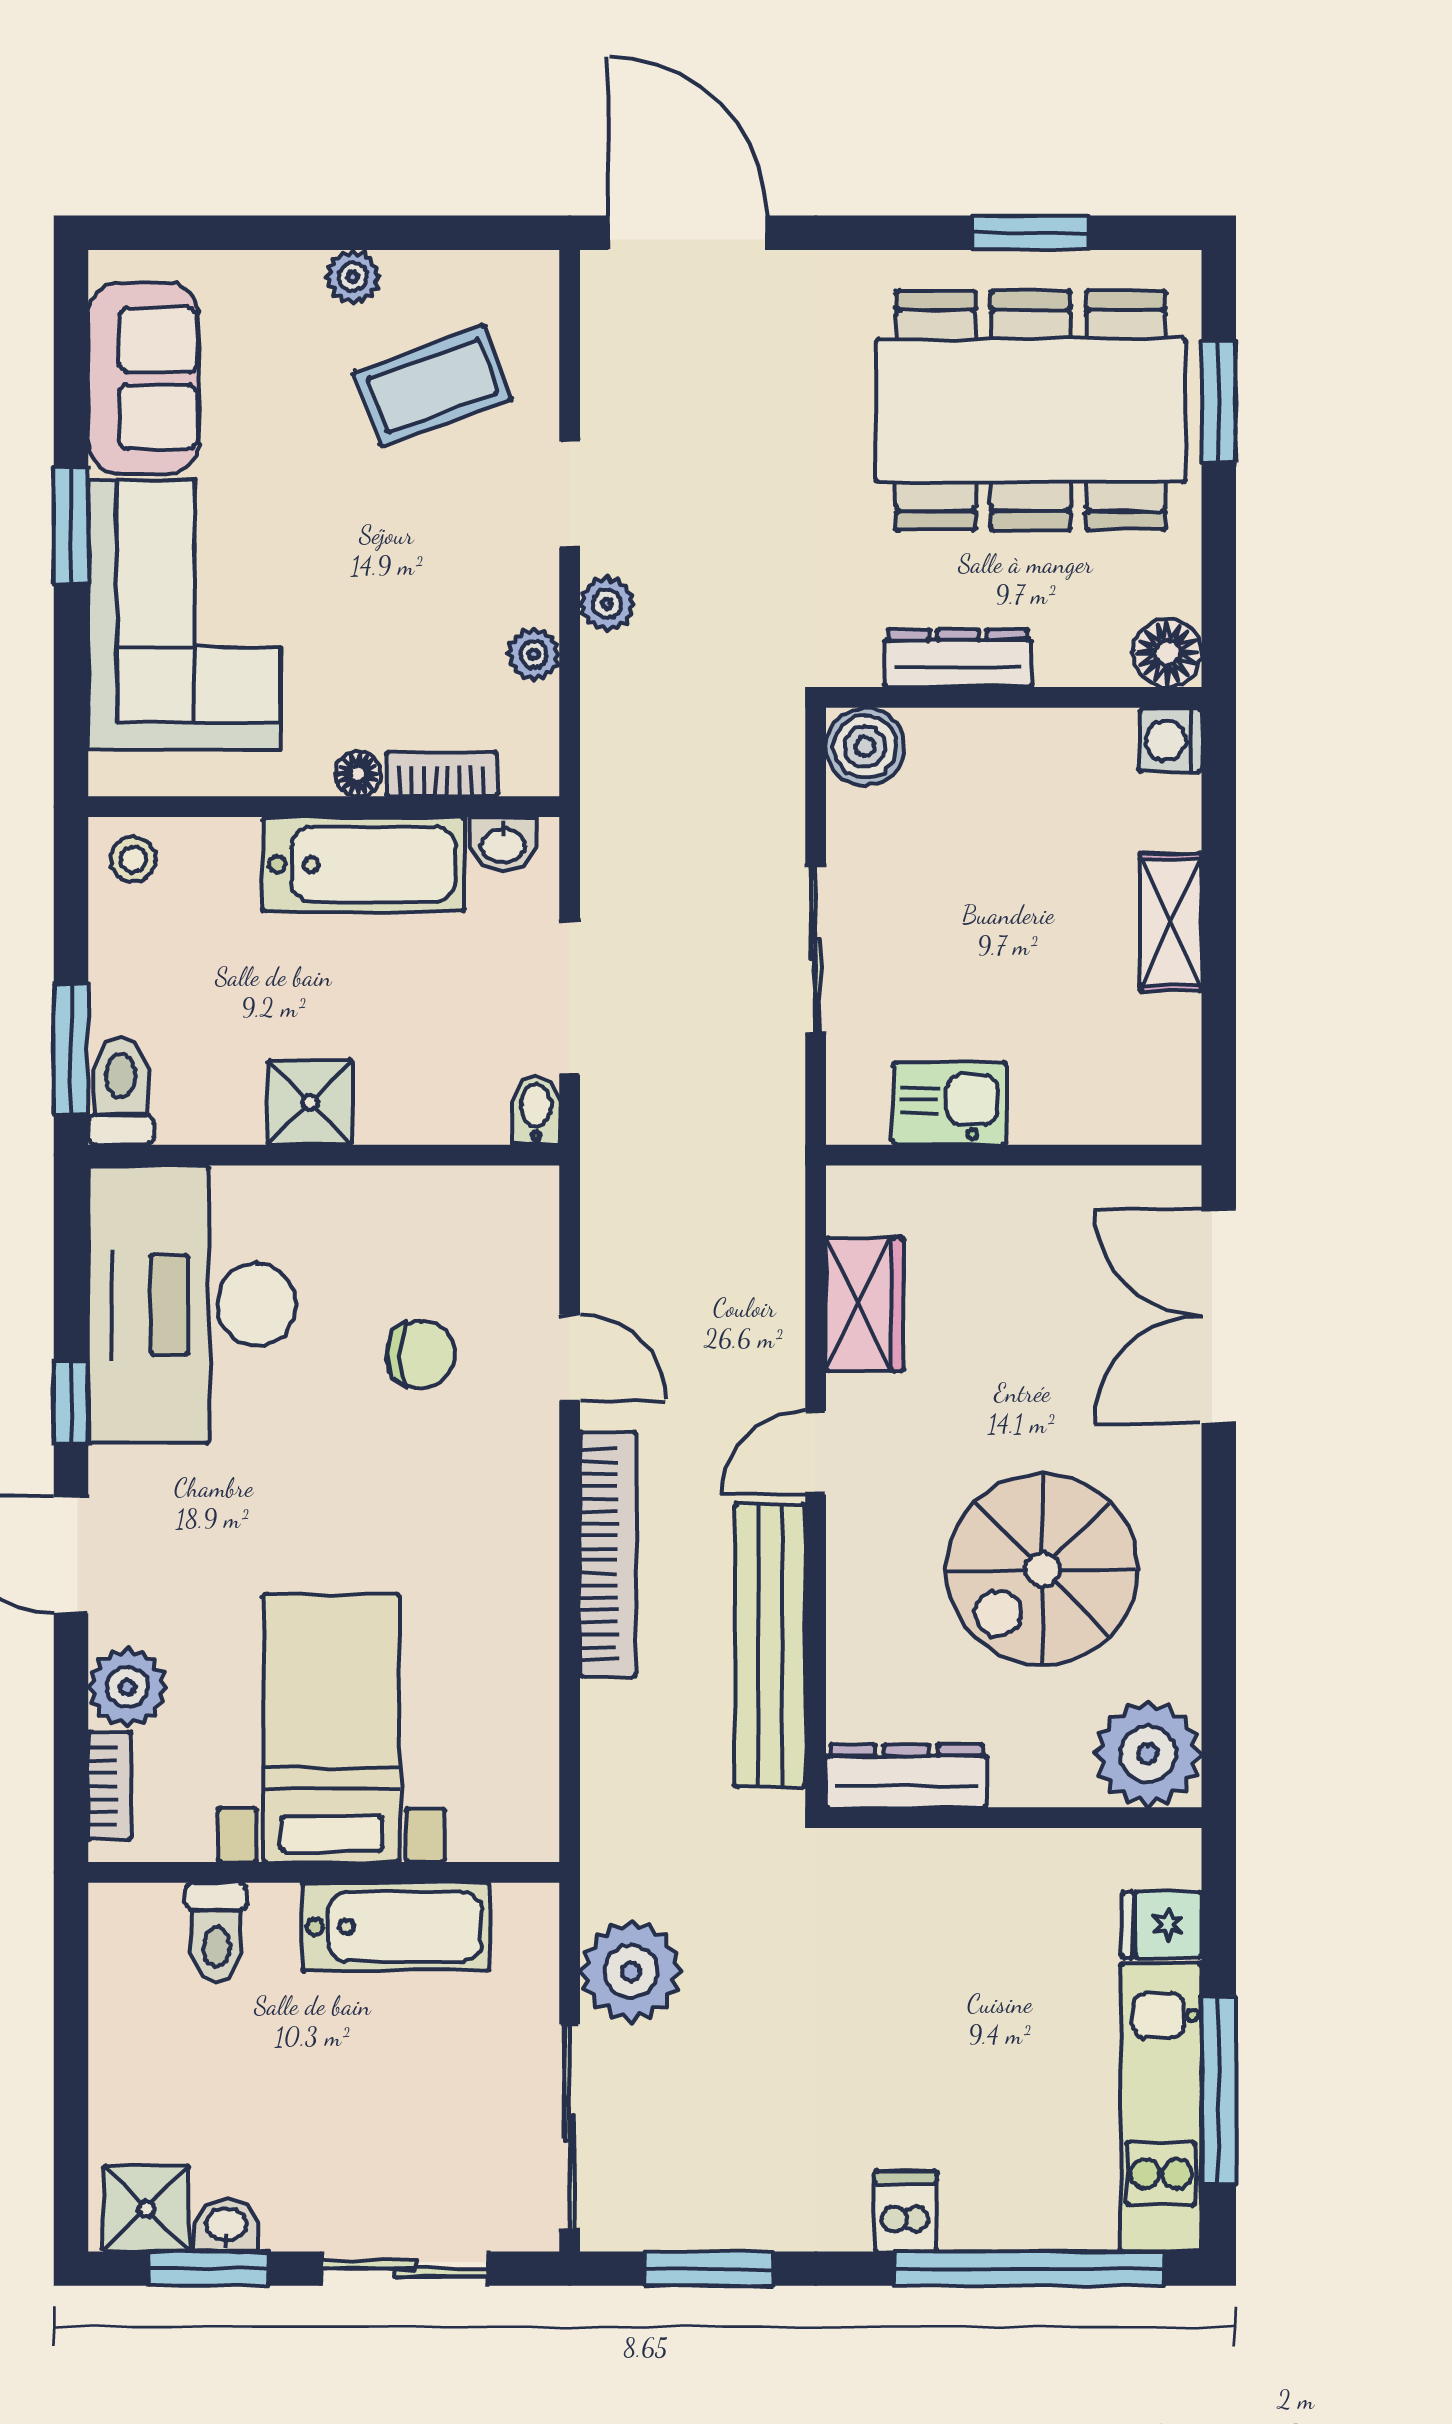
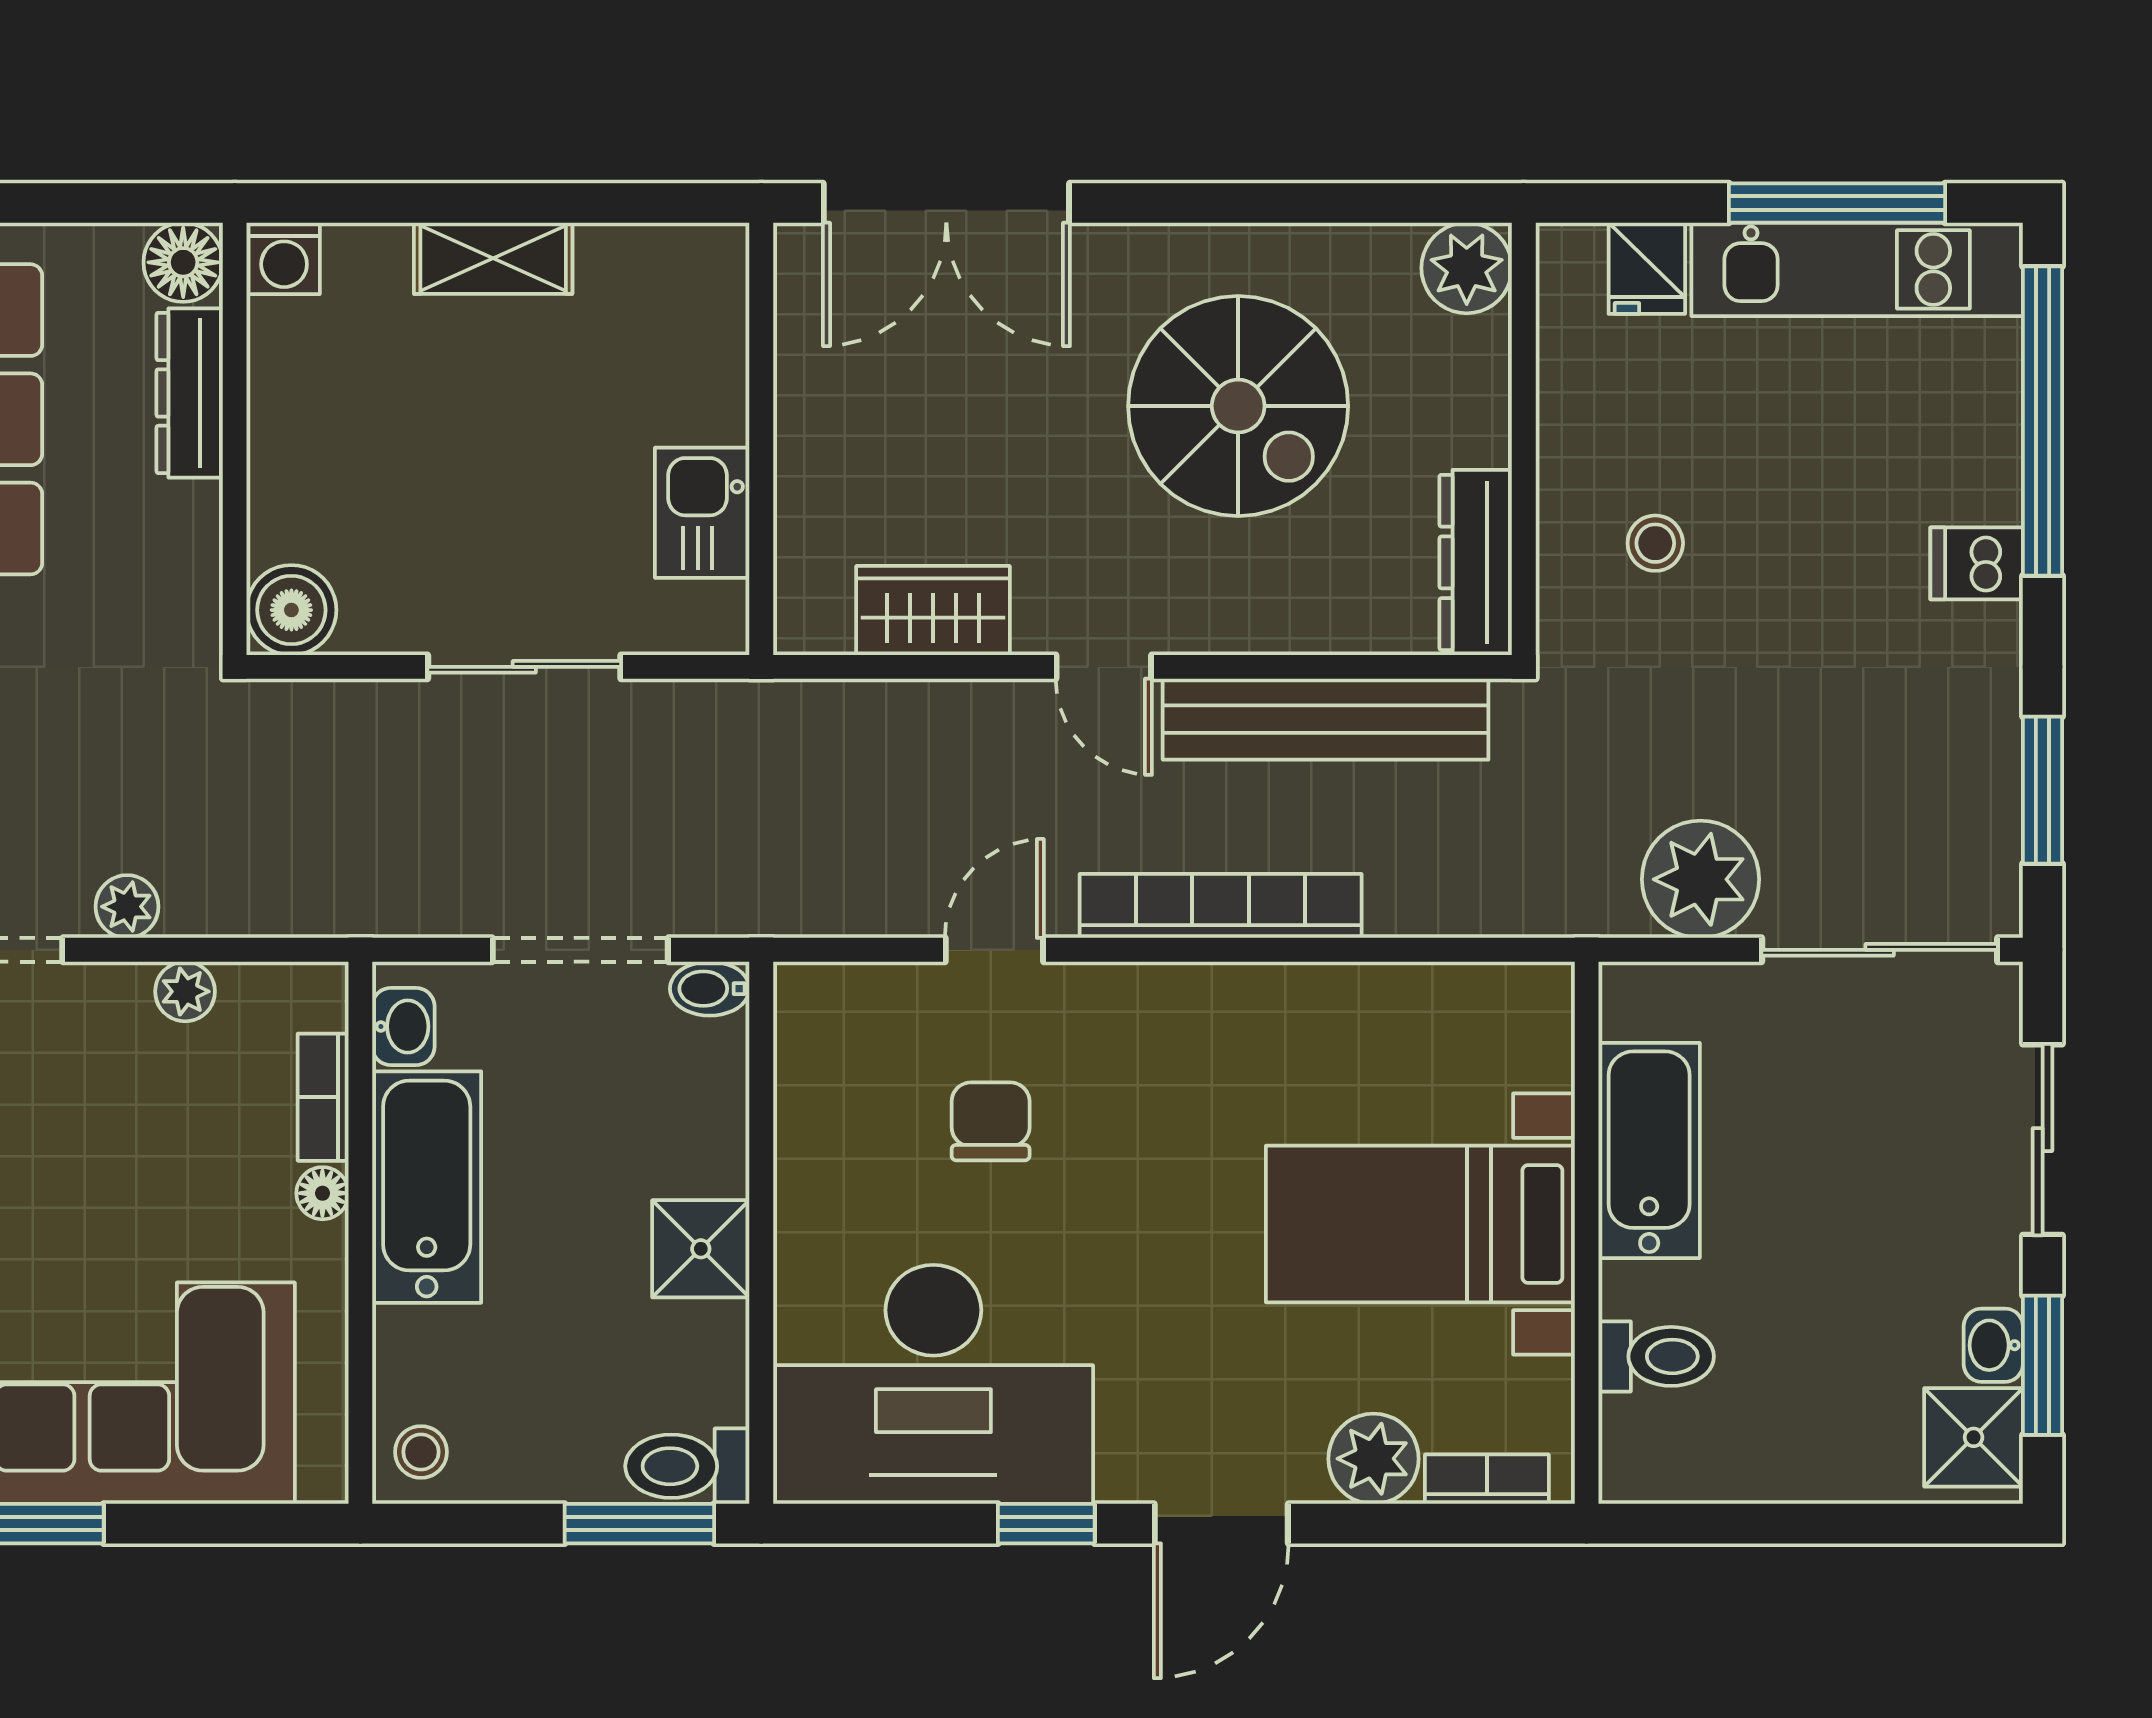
dresser: (958, 658) -> (190, 393), moved
plant: (1148, 1754) -> (1467, 268), width x0.73, depth x0.73
stool: (923, 1932) -> (1655, 543), added

